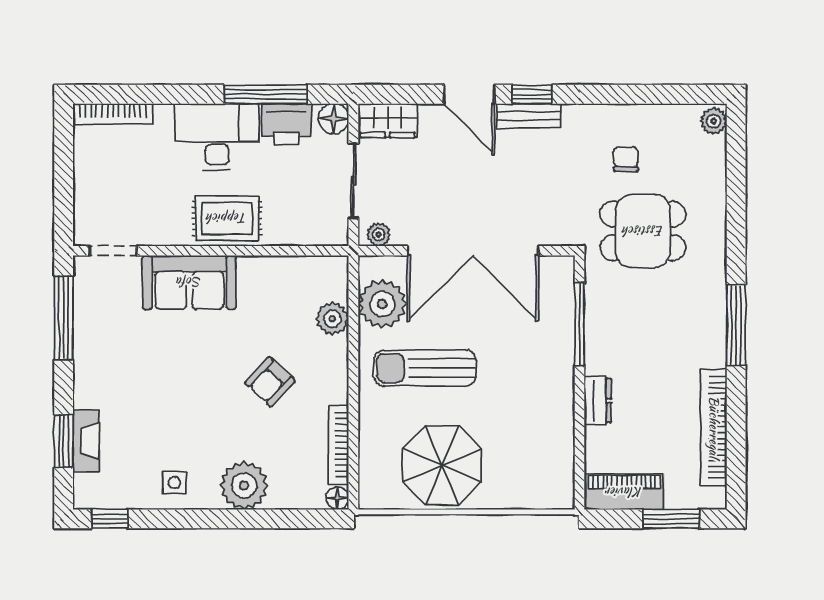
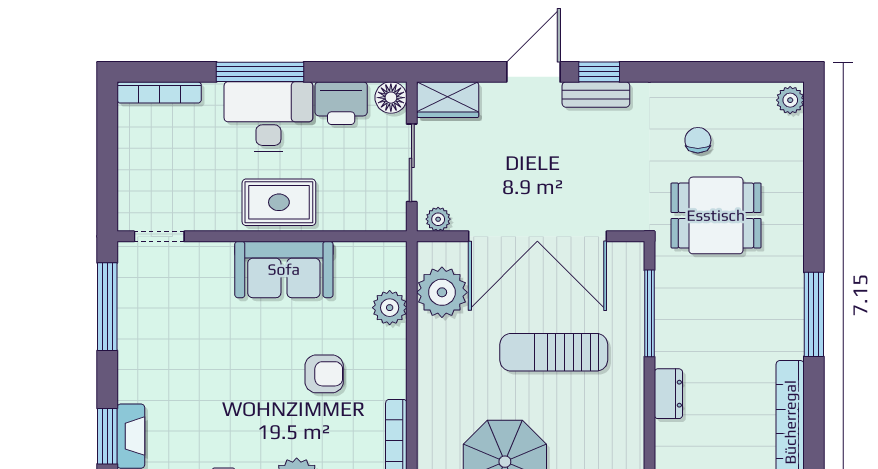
window: (266, 94) -> (260, 72), moved
door: (469, 94) -> (533, 72), swing flipped
sofa: (189, 282) -> (284, 269), moved
sun lounger: (425, 368) -> (554, 352), moved
armchair: (270, 382) -> (324, 374), turned -133

